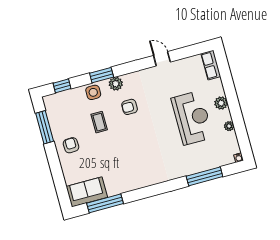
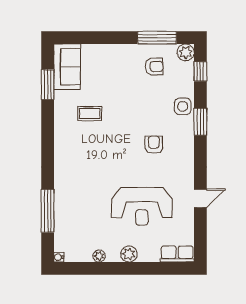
plant: (116, 84) -> (186, 52), moved
reception desk: (192, 118) -> (142, 206), moved
coffee table: (99, 122) -> (90, 114), moved
armchair: (71, 145) -> (154, 67), moved
window: (105, 203) -> (48, 85), width x0.69

